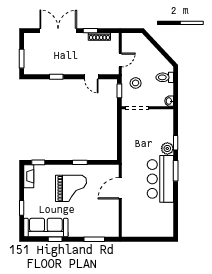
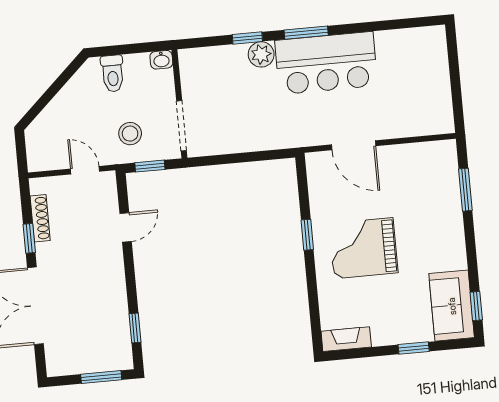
window: (56, 77) -> (135, 328), moved
window: (38, 162) -> (315, 322), removed
grand piano: (71, 188) -> (363, 248), turned -90
sofa: (46, 228) -> (452, 306), width x0.73
window: (55, 239) -> (476, 306), moved

